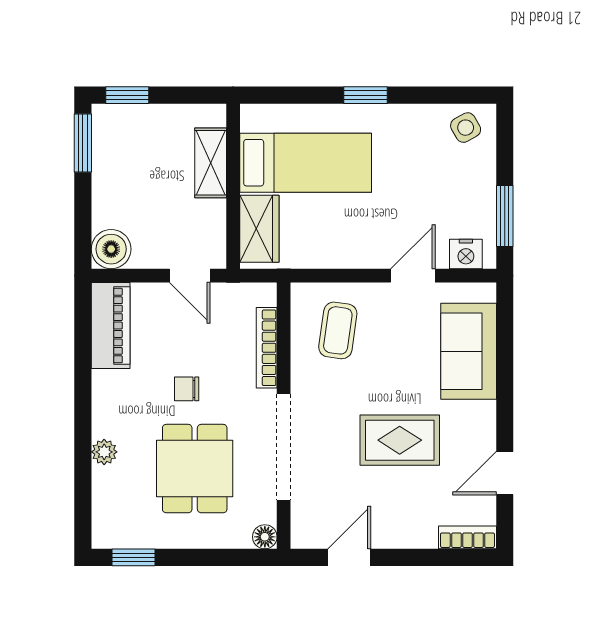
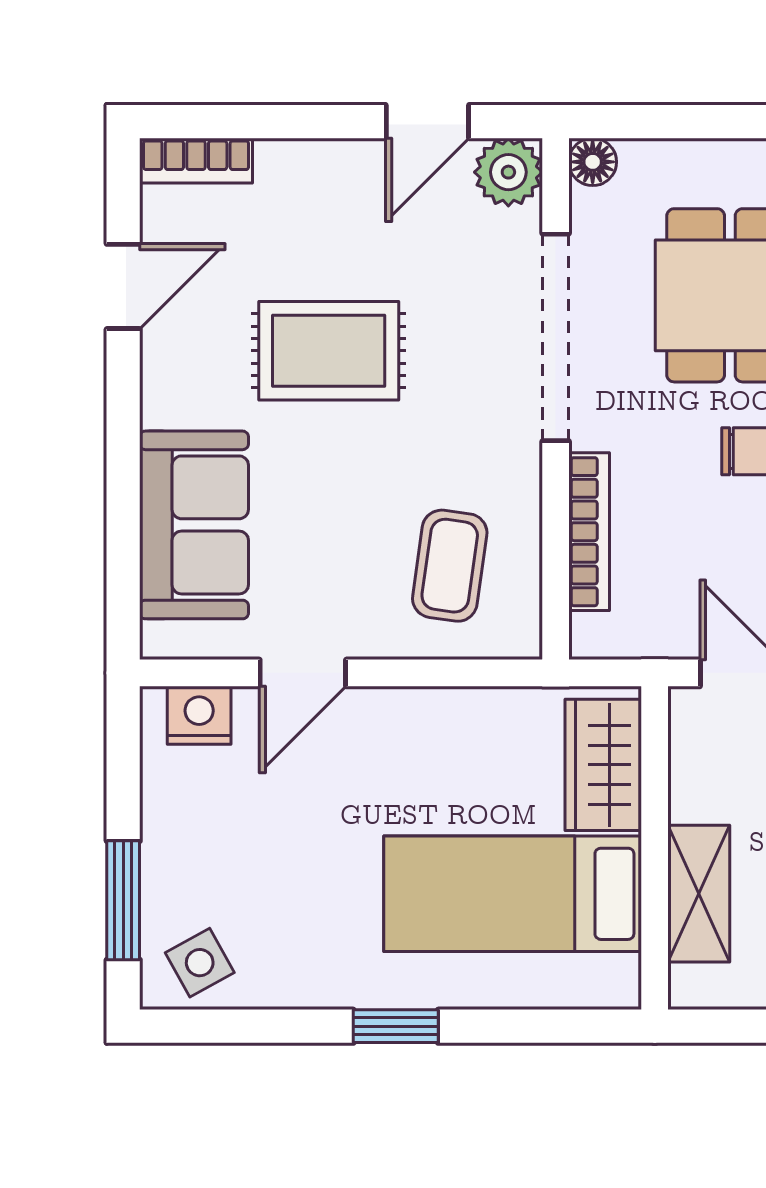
window: (505, 216) -> (123, 900), moved
plant: (308, 532) -> (508, 172), added

